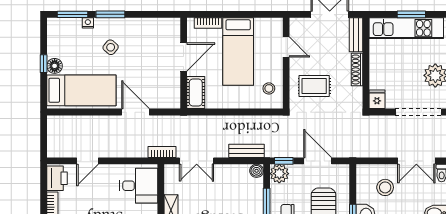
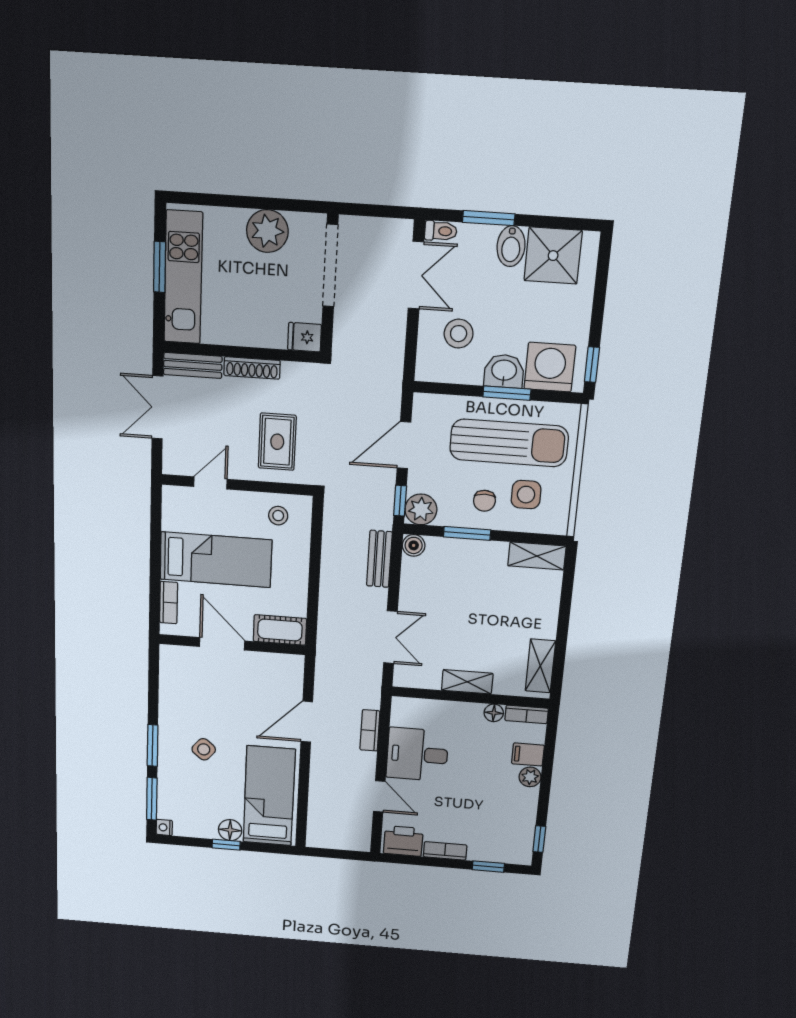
nightstand: (88, 23) -> (164, 827), moved
bookcase: (162, 152) -> (370, 730), moved
desk: (139, 186) -> (417, 754), moved, turned -90

